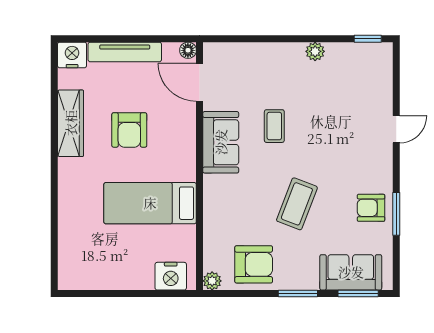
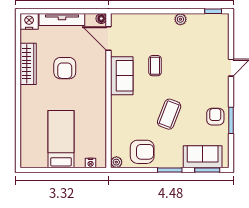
bed: (150, 203) -> (61, 139), moved, turned 90
armchair: (371, 208) -> (215, 117), turned 90
nightstand: (171, 276) -> (91, 163), width x0.53, depth x0.56

